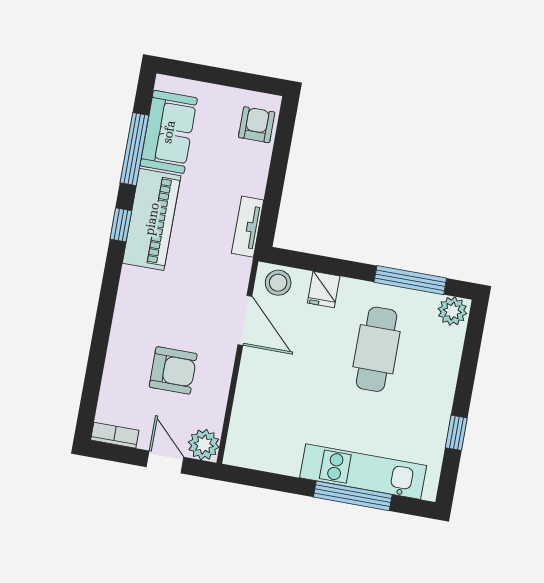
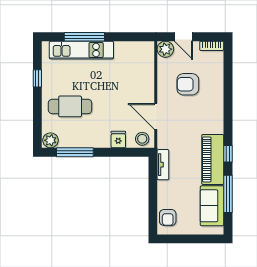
cafe table: (377, 349) -> (70, 106), moved, turned 90

